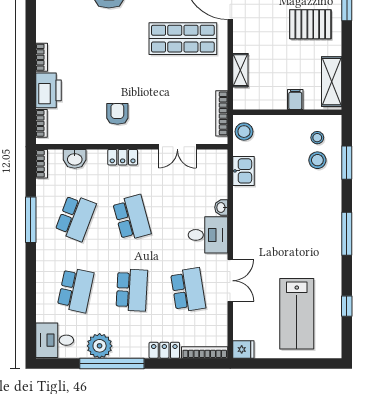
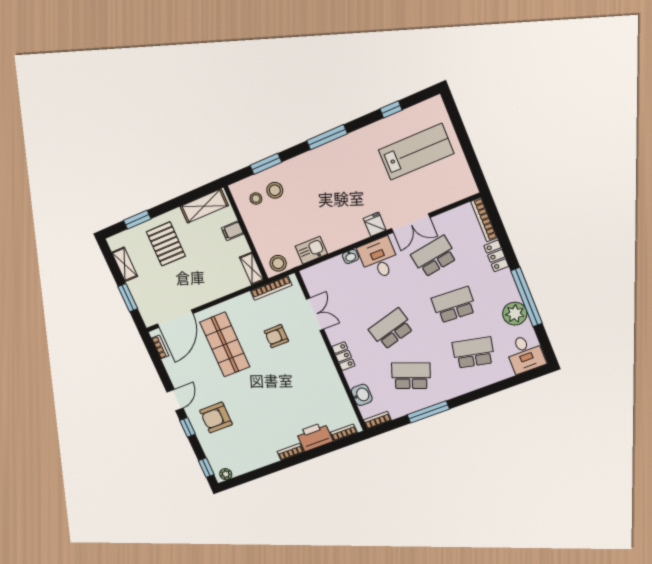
shelving: (240, 70) -> (252, 269), moved, turned 90
armchair: (117, 114) -> (276, 336), moved
double door: (230, 281) -> (411, 223), swing flipped
fridge: (243, 349) -> (375, 224), moved

